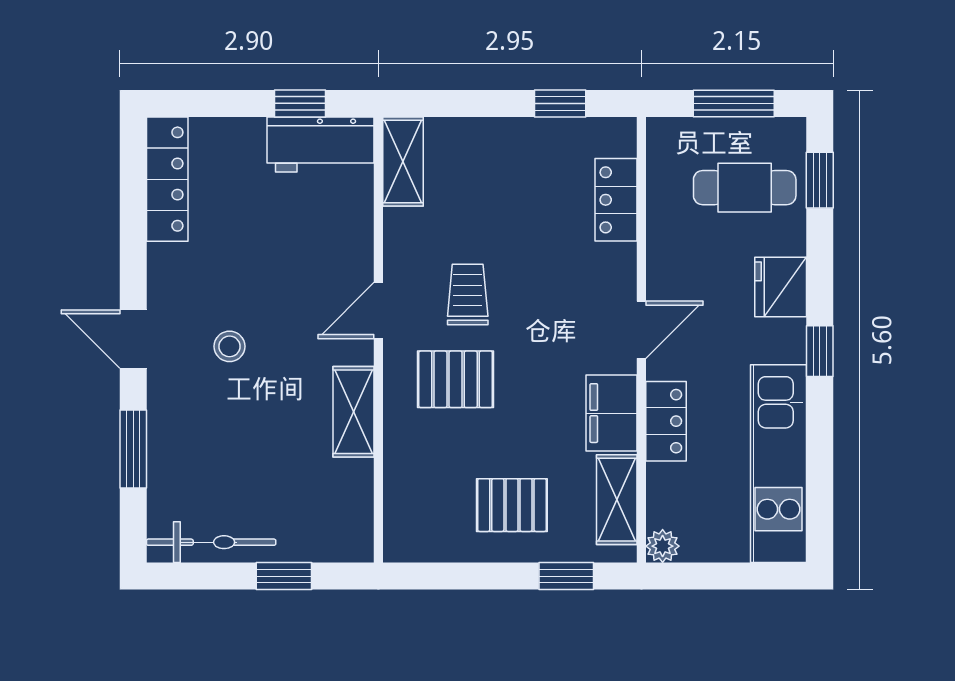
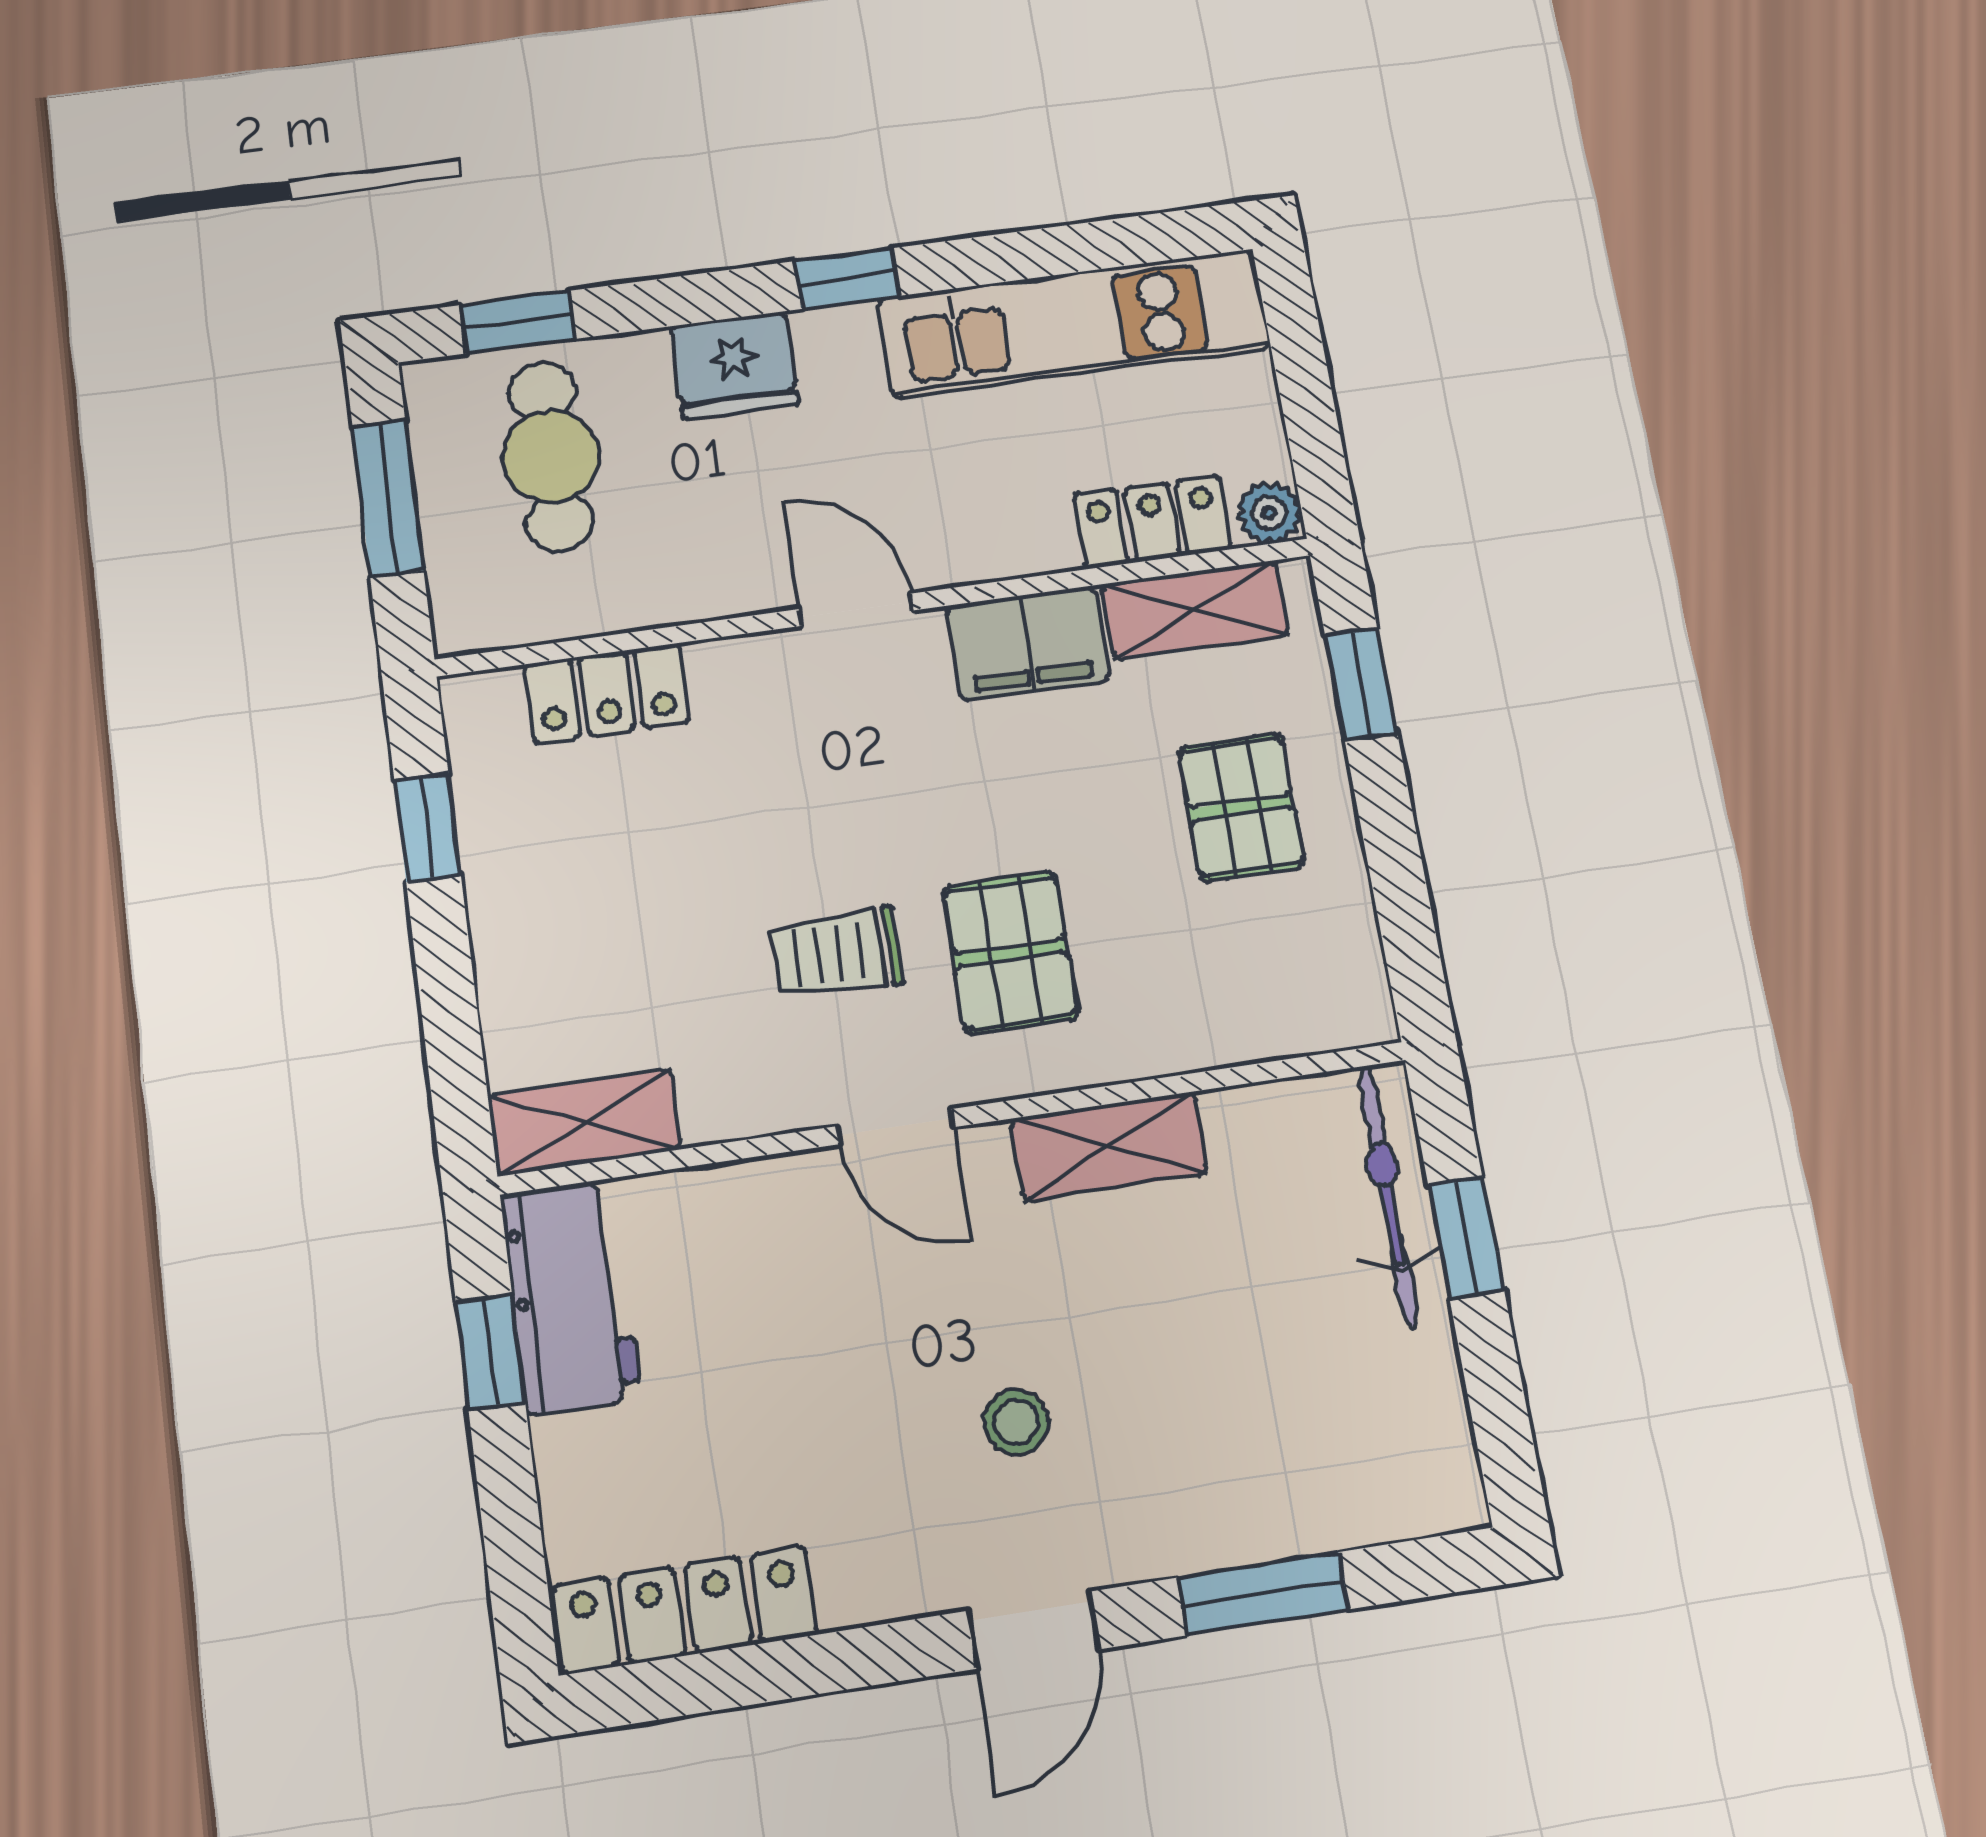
locker: (666, 421) -> (1152, 522), moved
bicycle: (211, 542) -> (1388, 1196), moved

